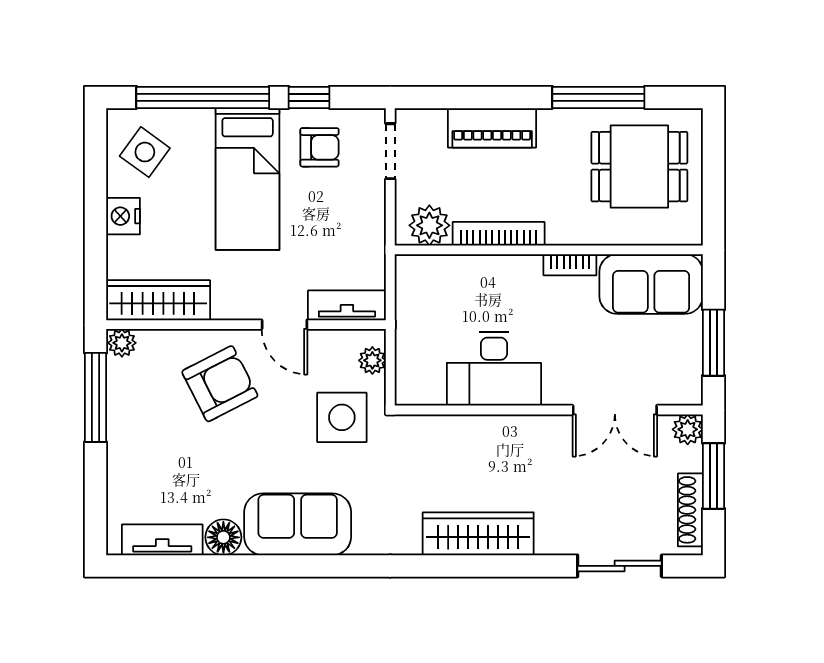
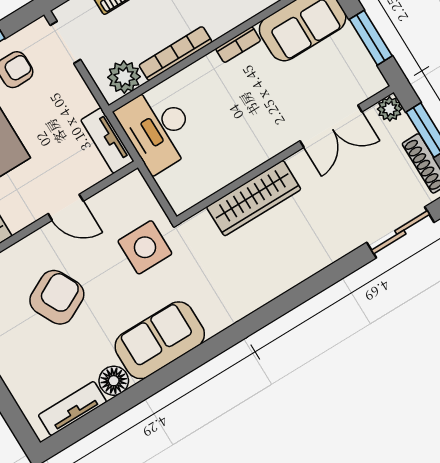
tv unit: (347, 305) -> (107, 141), moved, turned -90
plant: (372, 360) -> (142, 195), removed
desk: (494, 369) -> (158, 129), moved, turned 90
armchair: (220, 384) -> (57, 297), moved
wardrobe: (478, 534) -> (254, 198), moved, turned 180

